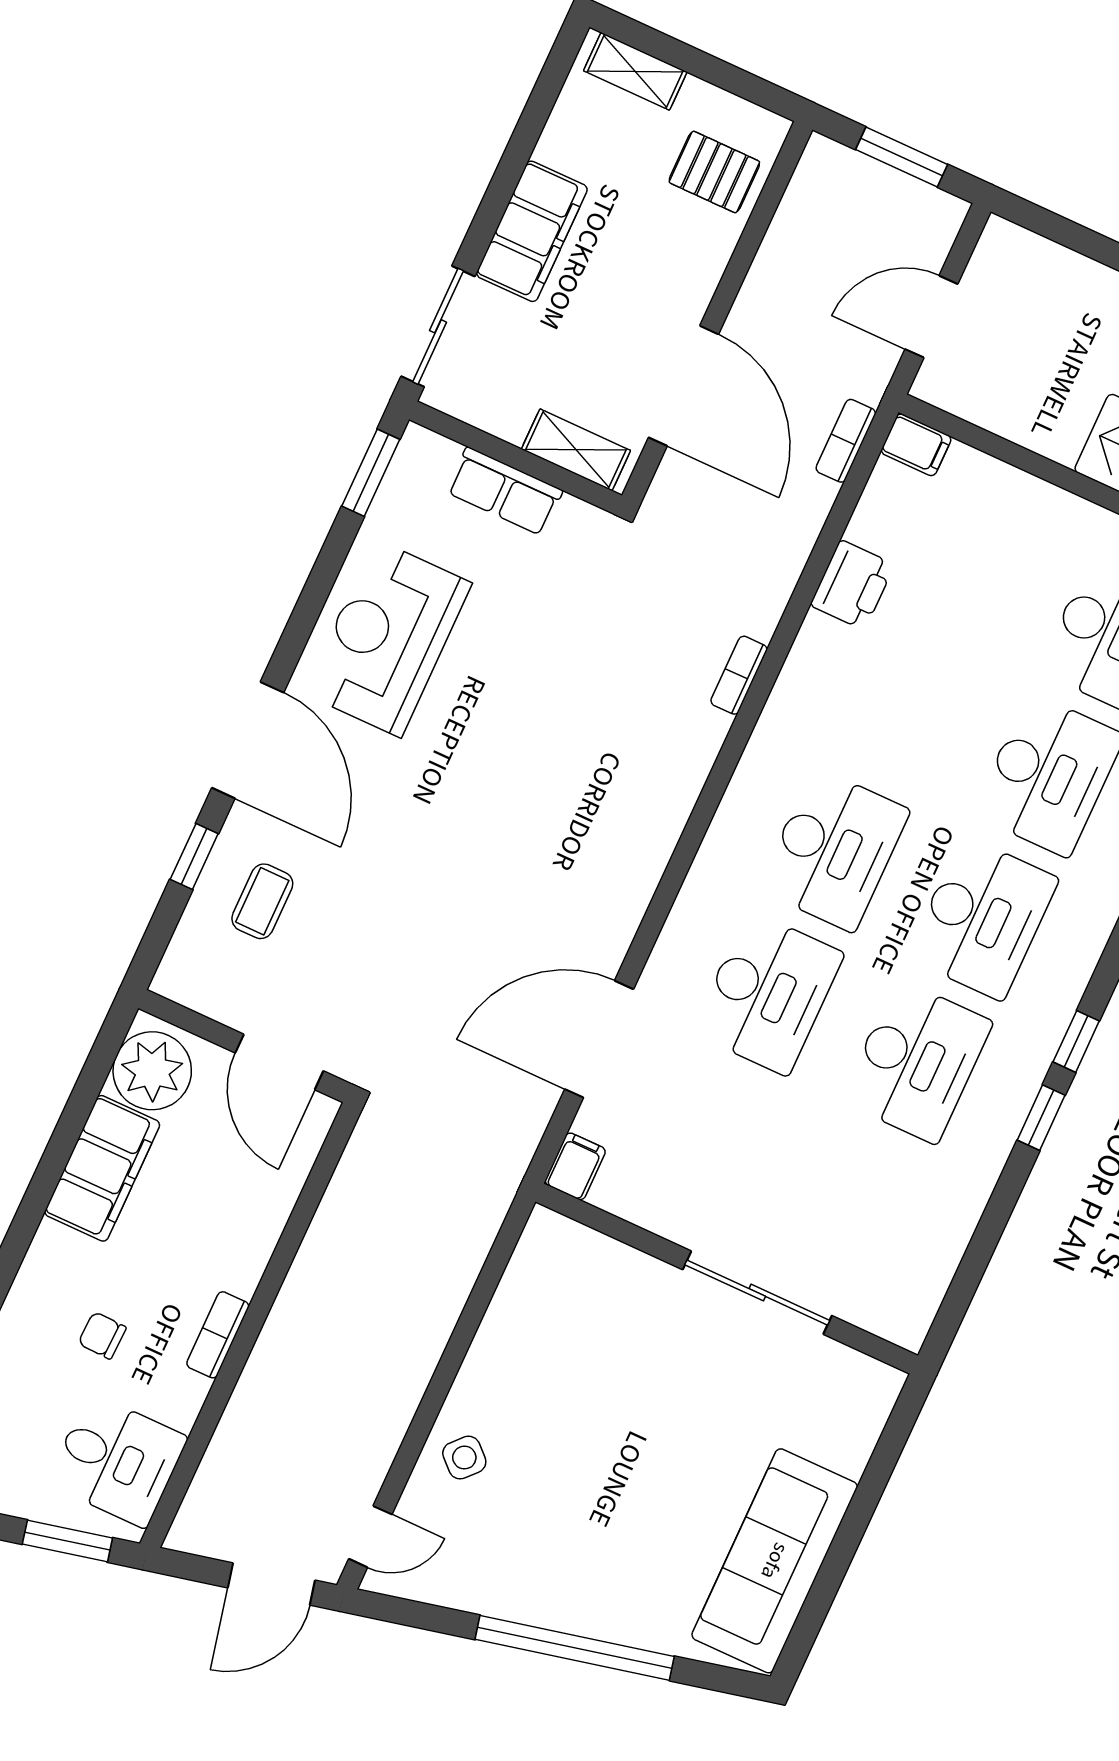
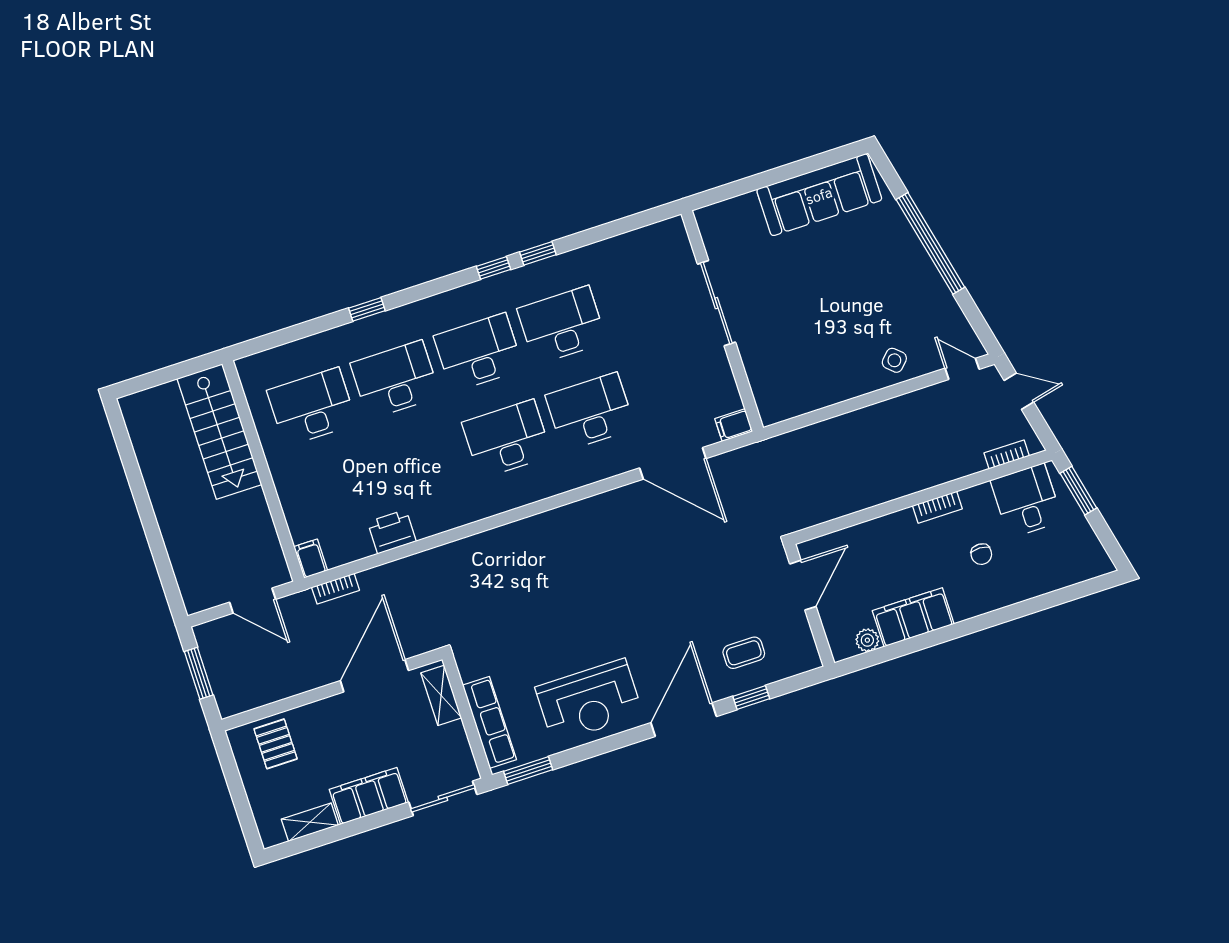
shelving: (635, 71) -> (310, 822), moved, turned 90
row of seats: (504, 491) -> (489, 722), width x1.48
bookcase: (739, 675) -> (1007, 454), moved, turned 180
plant: (152, 1071) -> (867, 640), width x0.53, depth x0.53
door: (271, 1584) -> (1019, 391), width x0.73

